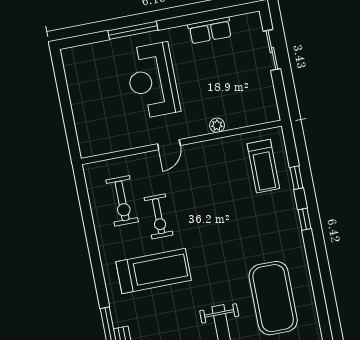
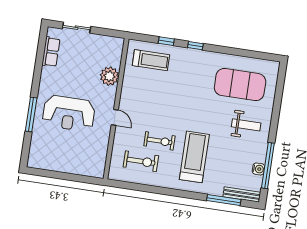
row of seats: (210, 30) -> (51, 52), moved
plant: (217, 125) -> (109, 76), width x1.87, depth x1.87

